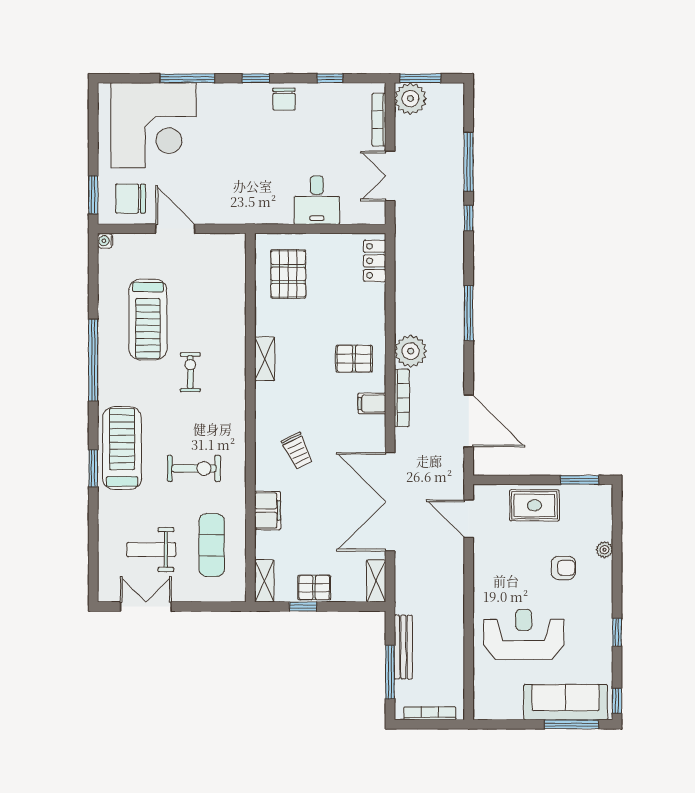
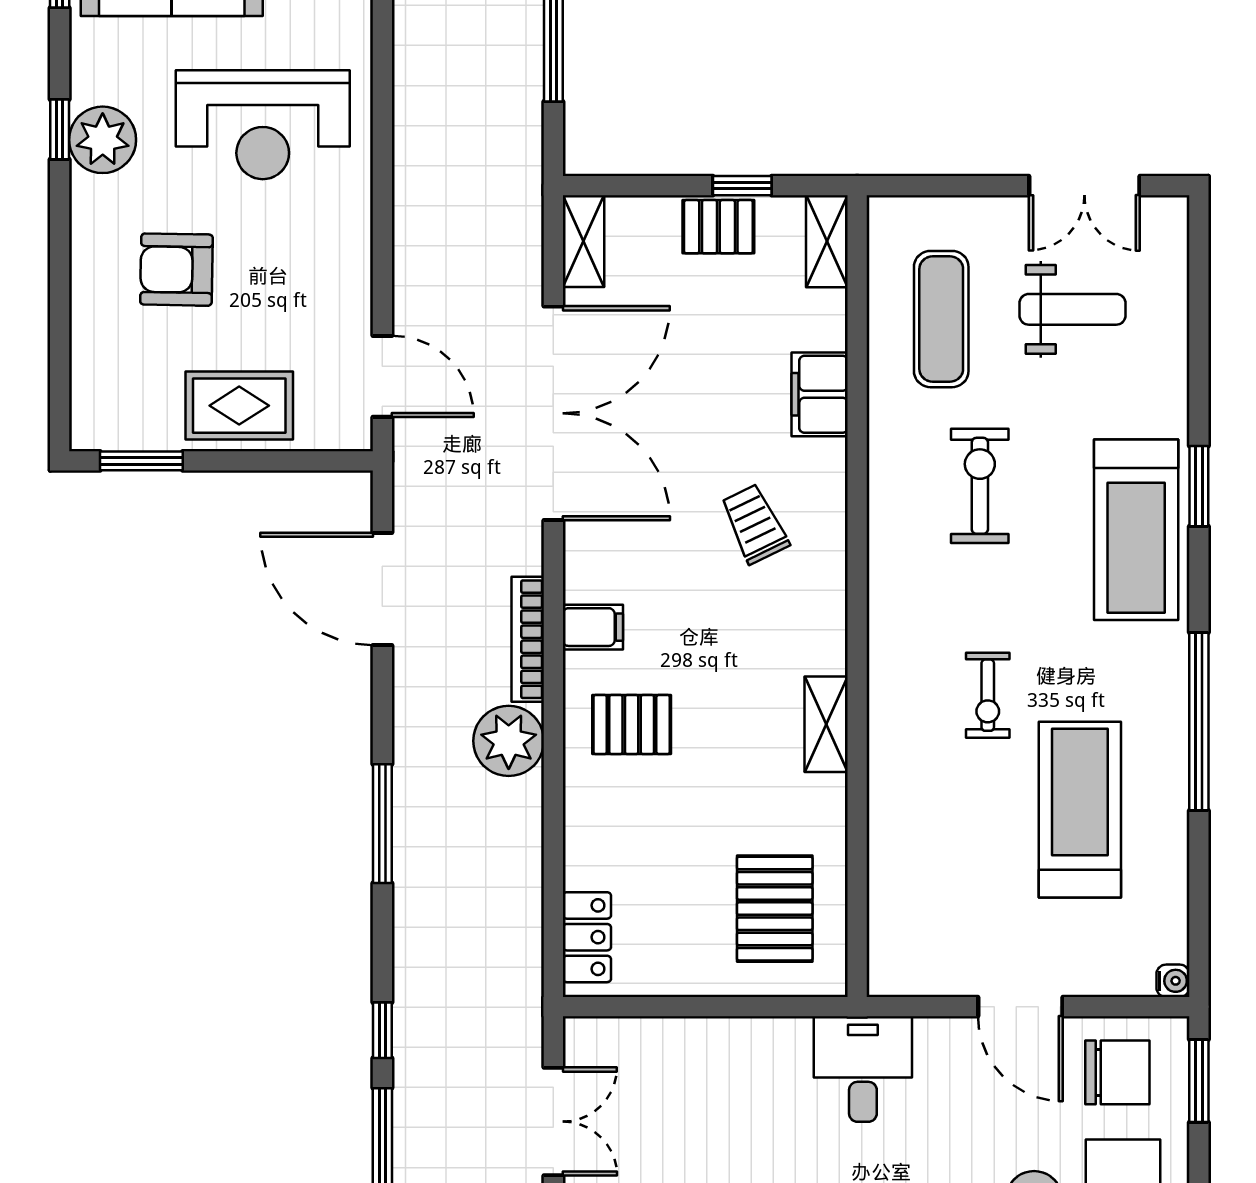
desk: (317, 200) -> (863, 1069), moved
exercise bike: (194, 468) -> (980, 486), turned 90
plant: (604, 550) -> (103, 140), moved, width x1.88, depth x1.88
armchair: (563, 568) -> (177, 270), width x1.38, depth x1.38
bench: (403, 647) -> (524, 97), removed

